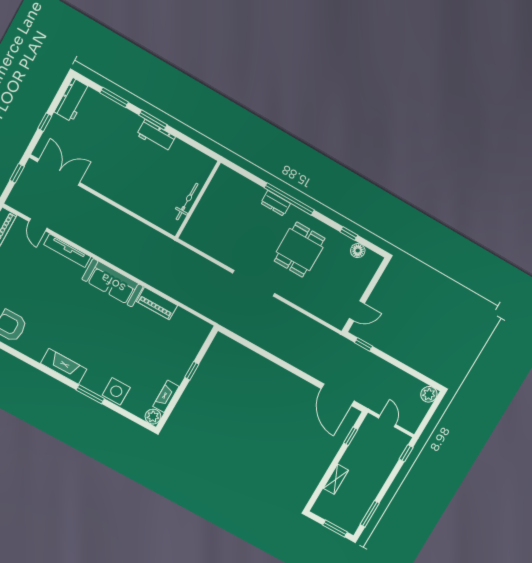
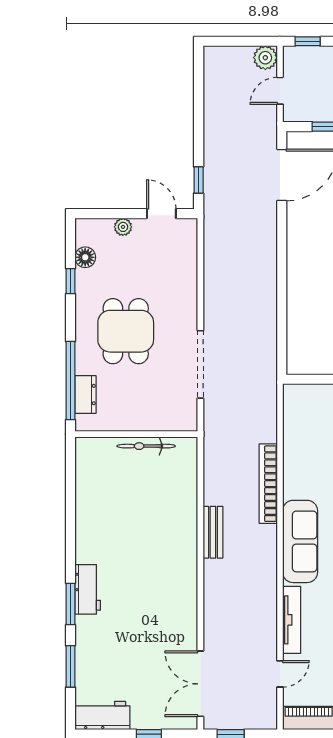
wall: (198, 200) -> (136, 434), moved
bicycle: (187, 202) -> (146, 446), moved
bench: (148, 233) -> (213, 532), added
dining table: (300, 250) -> (126, 331), turned 90
bookcase: (159, 283) -> (268, 484), added
plant: (362, 284) -> (123, 227), added
piano: (157, 303) -> (295, 471), removed
plant: (429, 394) -> (265, 58), moved

